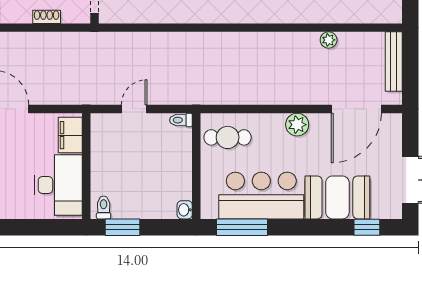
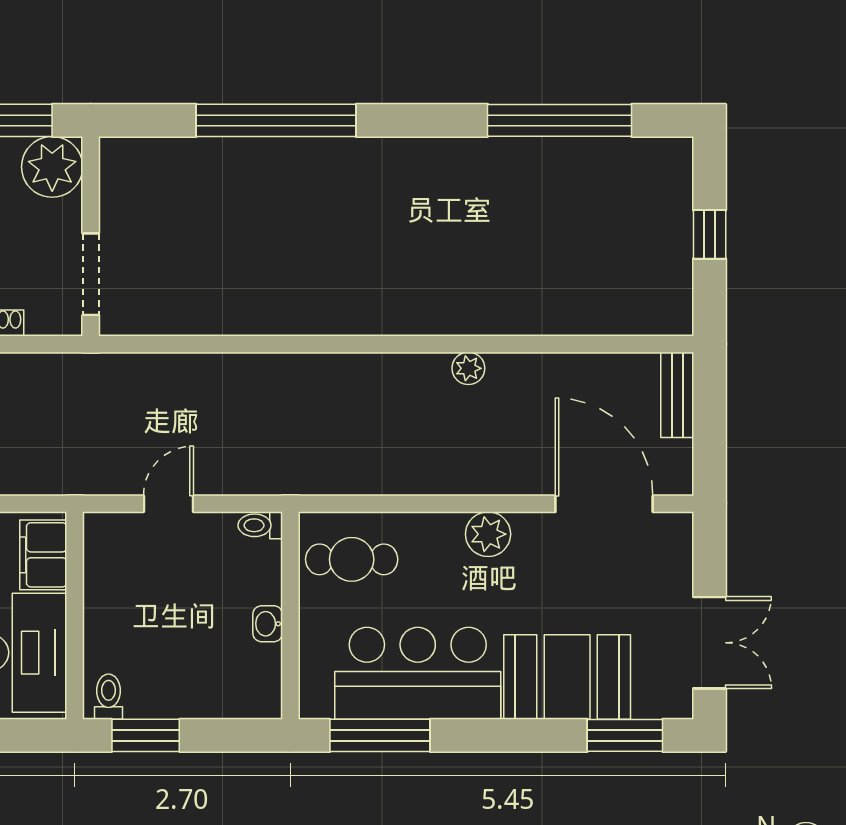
plant: (329, 40) -> (468, 368), moved
bench: (394, 61) -> (677, 395), width x0.73
door: (356, 109) -> (604, 504), swing flipped
washbasin: (185, 210) -> (268, 624), moved
window: (367, 227) -> (625, 735), width x1.50

